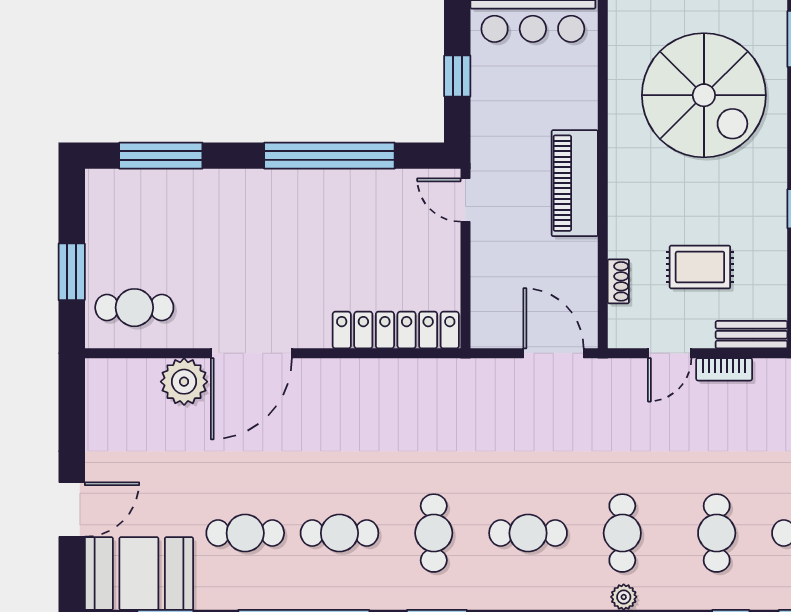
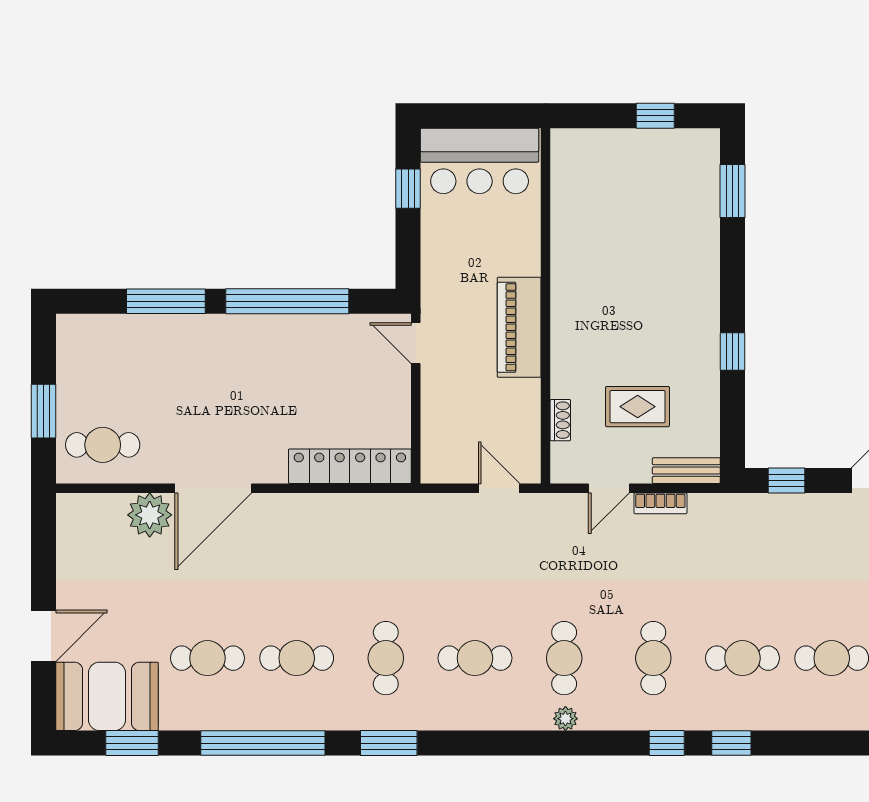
window: (457, 76) -> (408, 189), moved
spiral stairs: (704, 95) -> (641, 244), removed
window: (161, 156) -> (166, 301), moved
door: (554, 353) -> (499, 488), width x0.73

